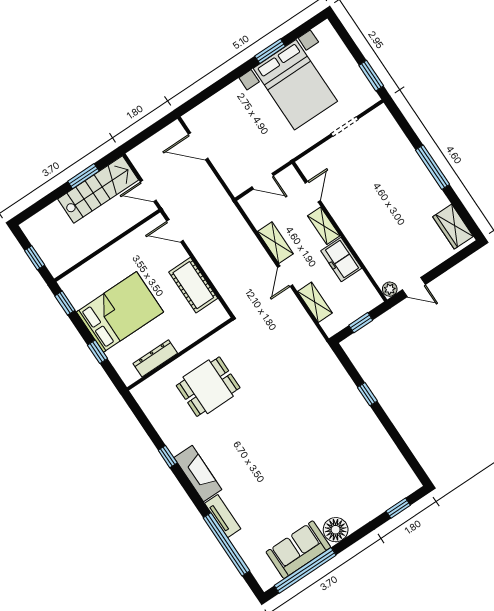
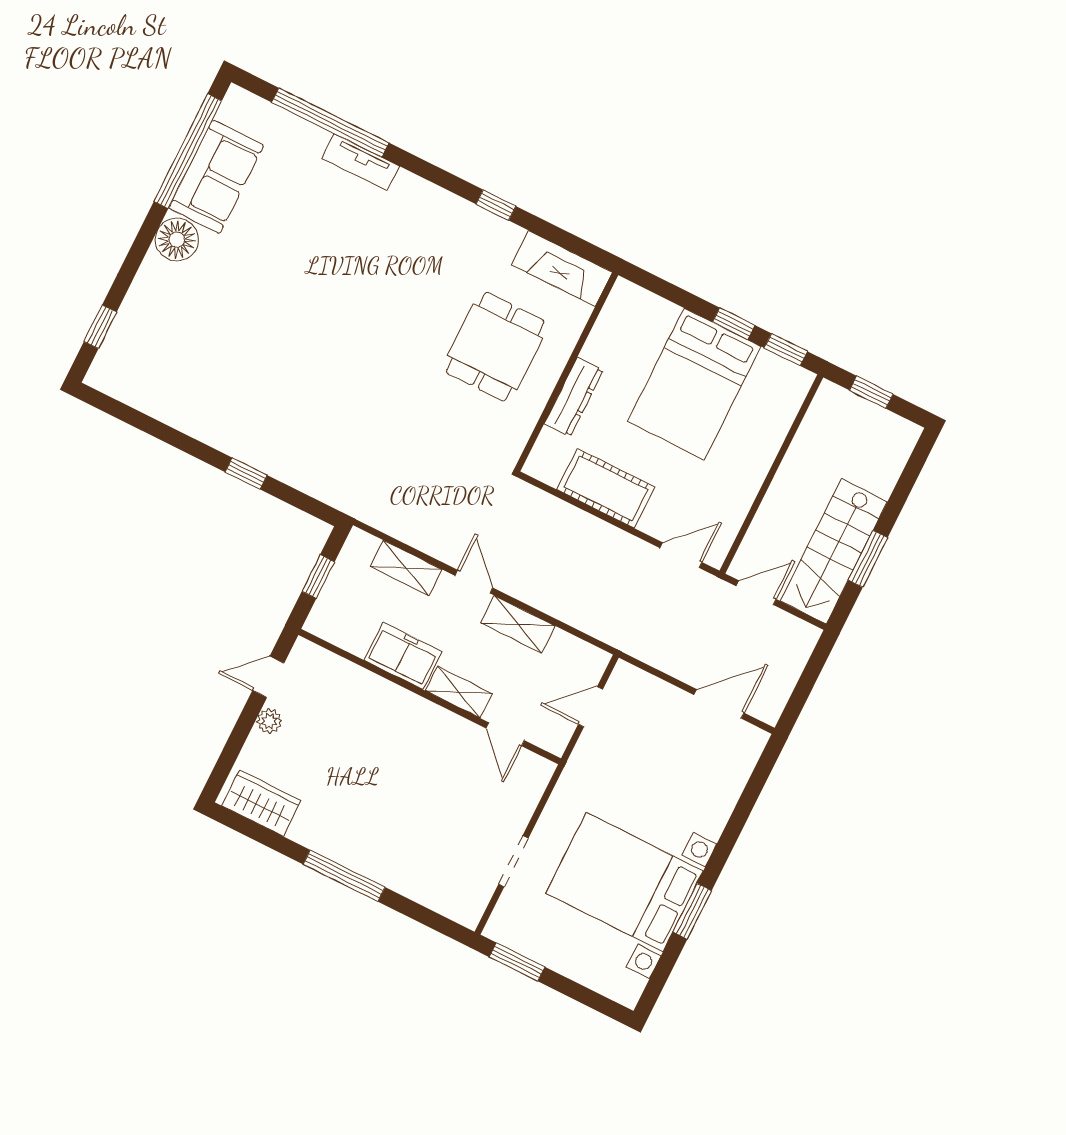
plant: (390, 289) -> (269, 721), moved
window: (98, 352) -> (734, 324), moved
dresser: (155, 358) -> (574, 397), moved
fireplace: (198, 474) -> (562, 269), moved

